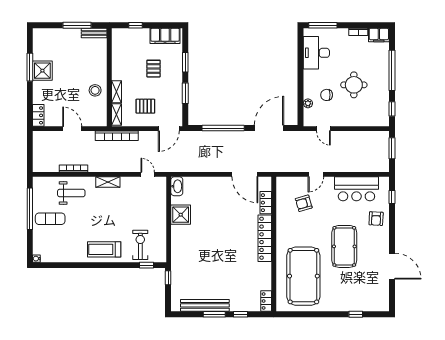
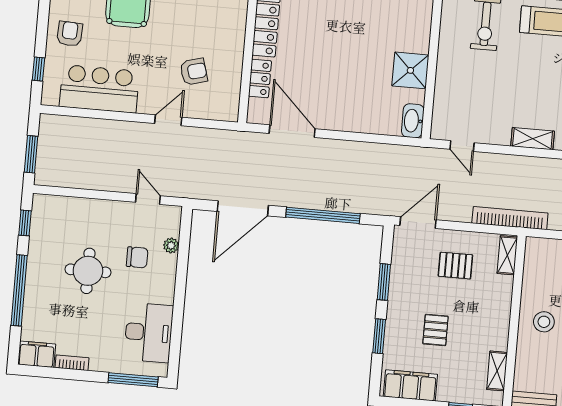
stool: (95, 90) -> (544, 322), moved
shelving: (117, 92) -> (497, 371), moved

